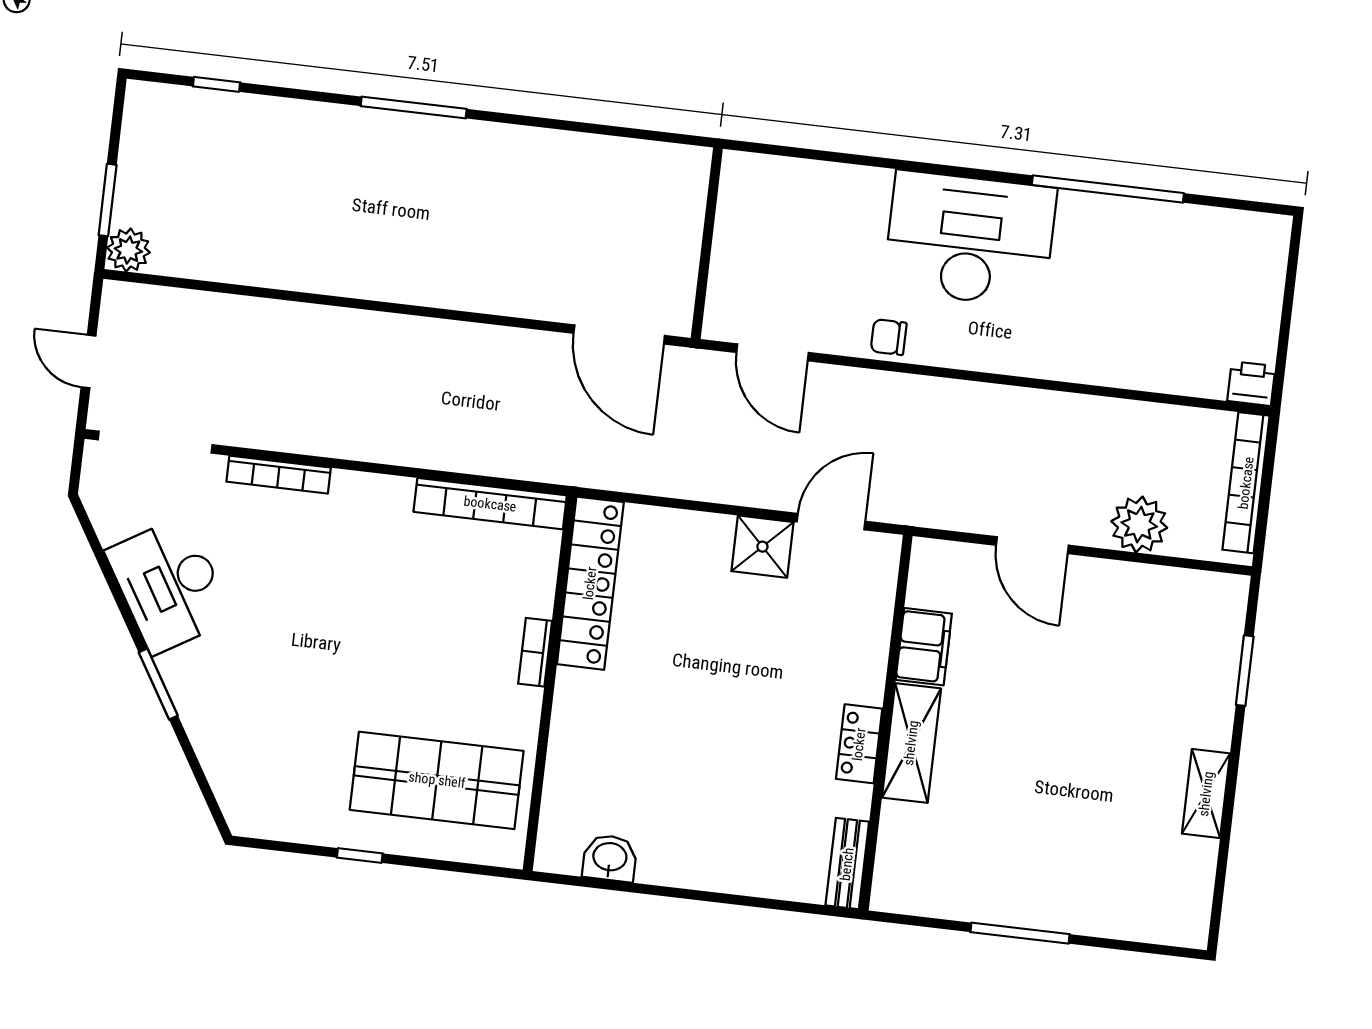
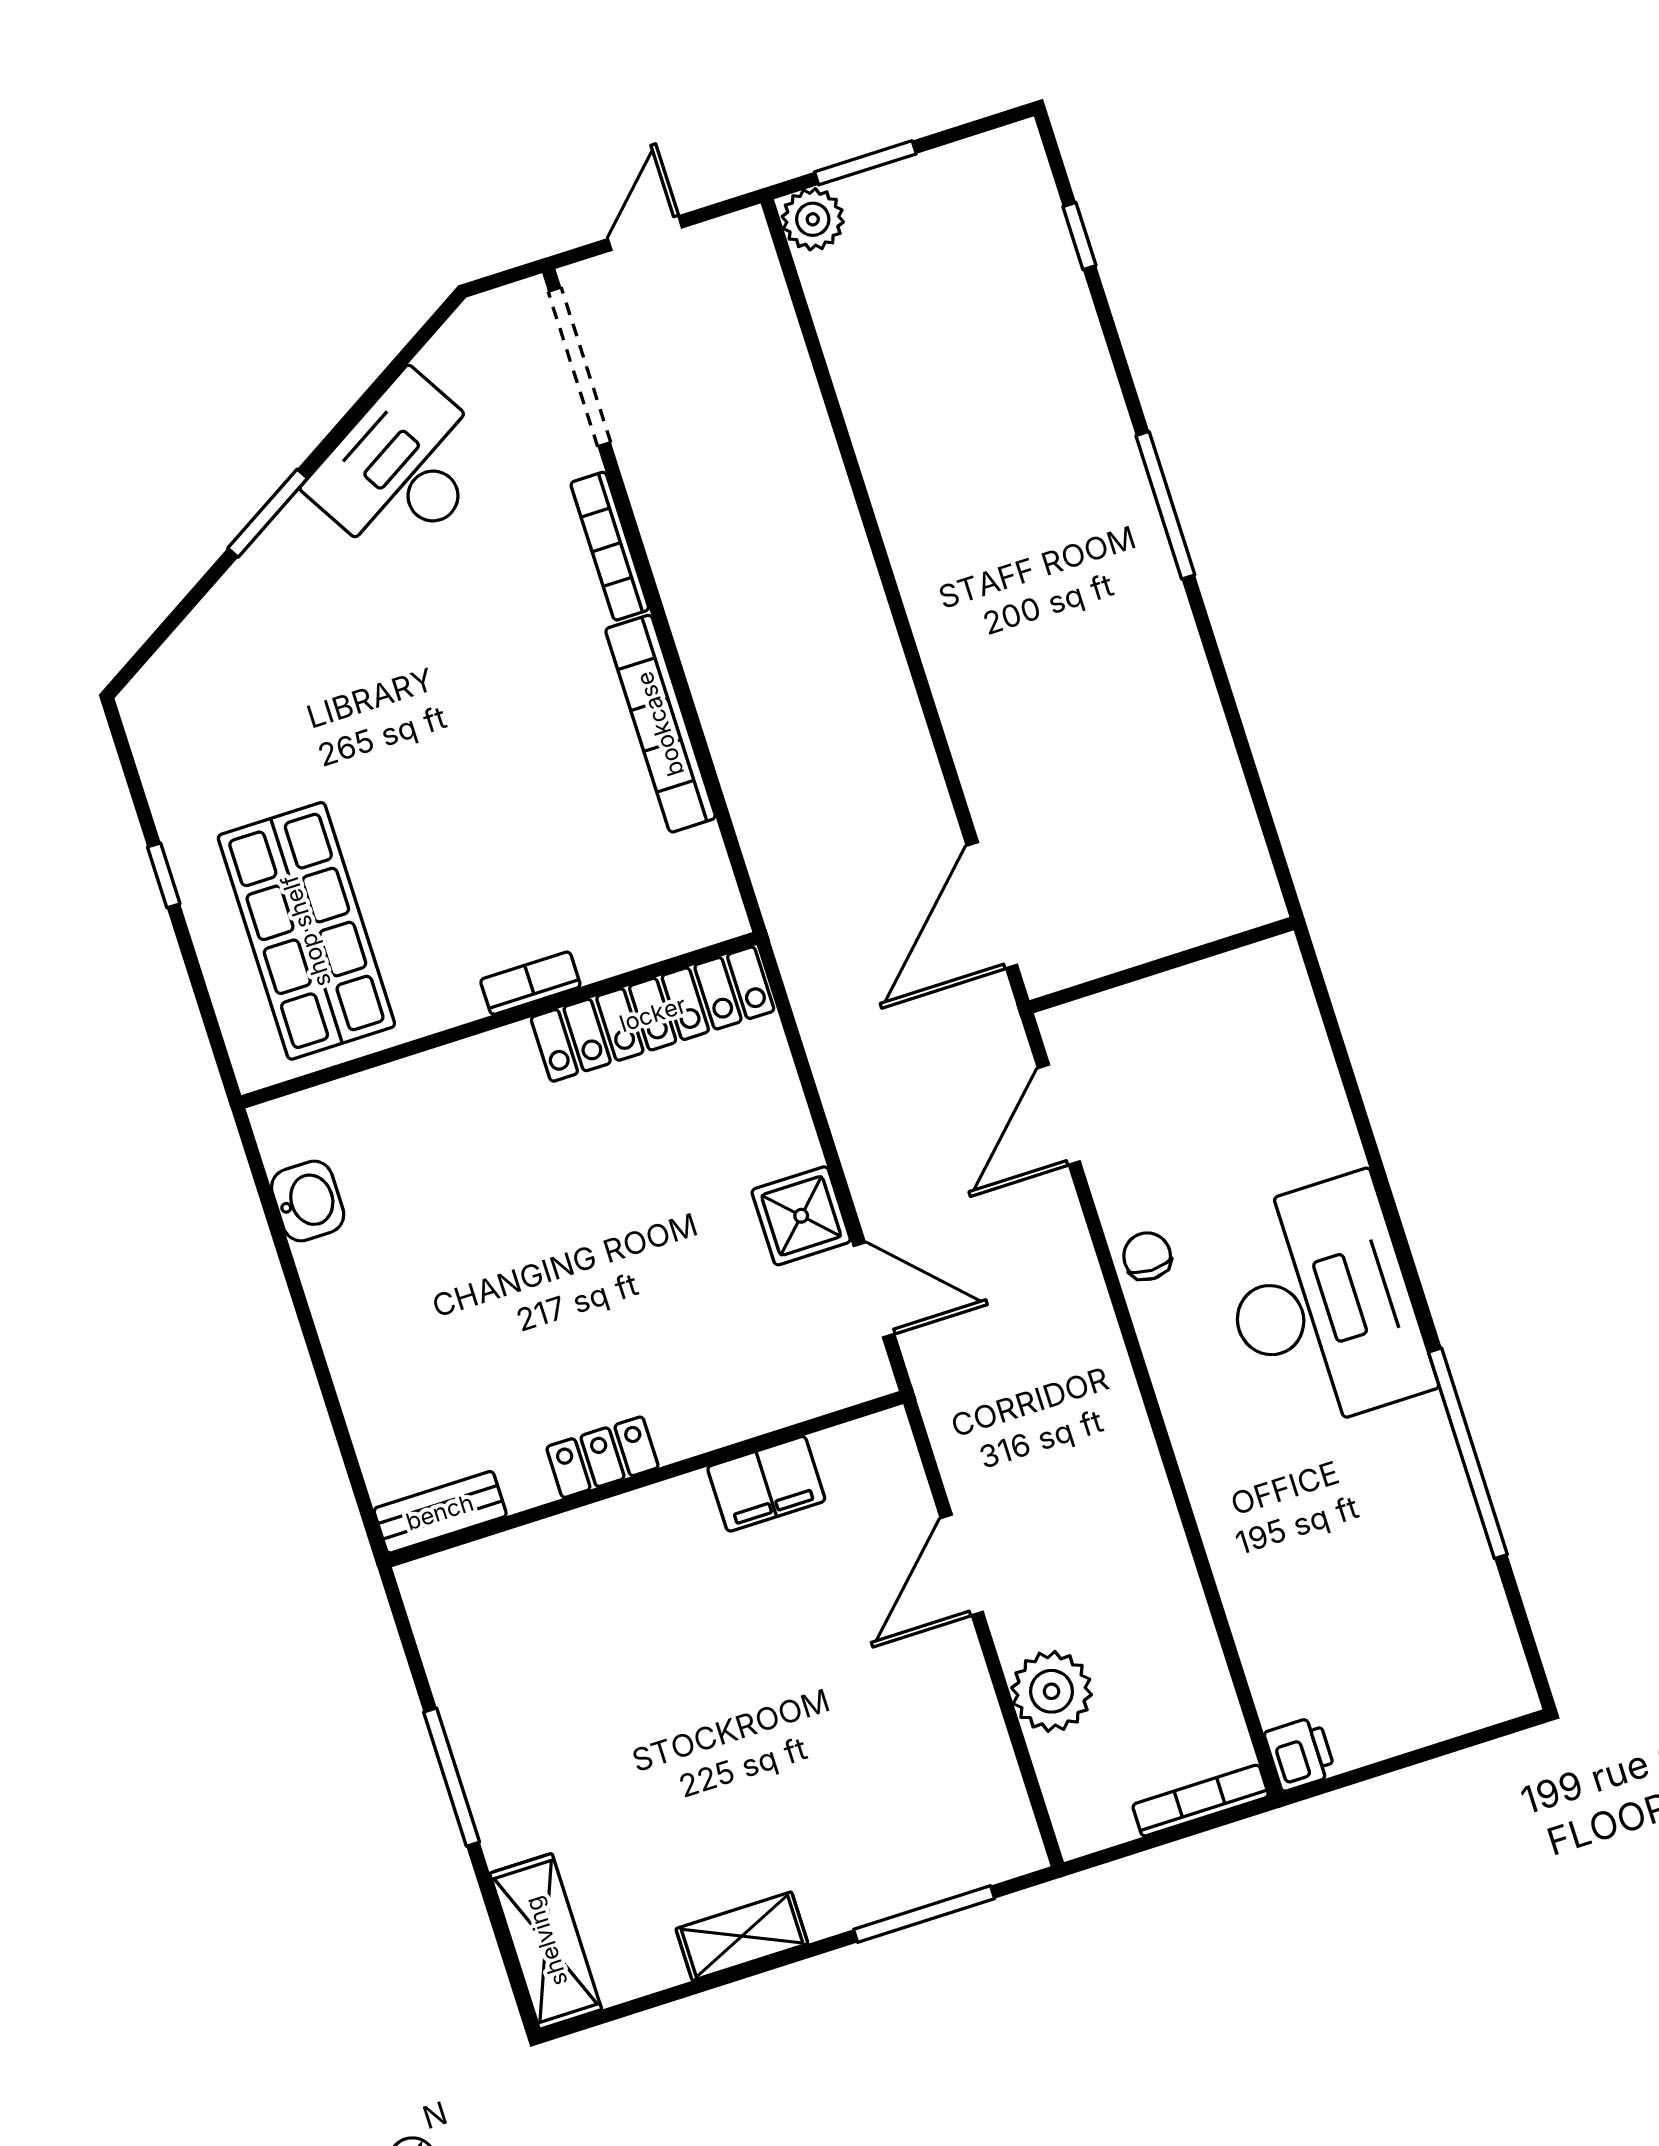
bookcase: (1246, 483) -> (1201, 1801), width x0.68, depth x0.76
bookcase: (490, 504) -> (660, 724), moved
window: (1245, 671) -> (924, 1914), width x1.44
shelving: (911, 743) -> (546, 1941), moved, turned 90

